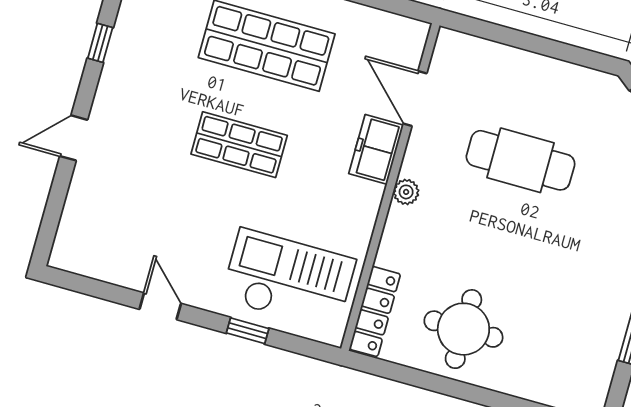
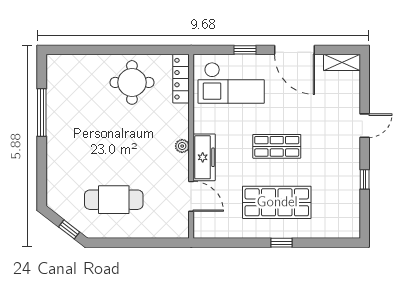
freezer: (376, 149) -> (204, 157), width x1.40
cafe table: (521, 160) -> (114, 200), moved
shelving: (82, 261) -> (342, 62), added
door: (160, 306) -> (294, 50), width x1.88

